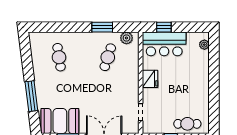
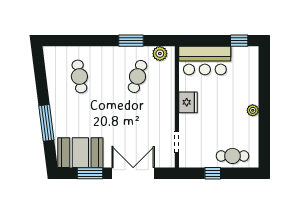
window: (164, 27) -> (239, 41), moved
plant: (204, 45) -> (253, 110), moved

